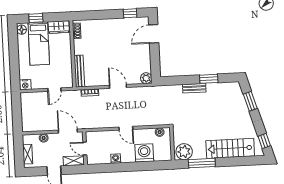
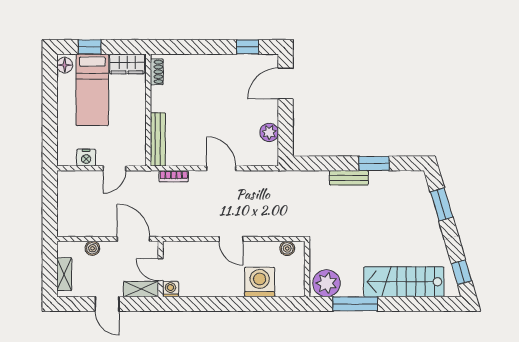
plant: (146, 78) -> (269, 132), moved
nightstand: (25, 85) -> (86, 158), moved
washing machine: (116, 159) -> (170, 289), moved

